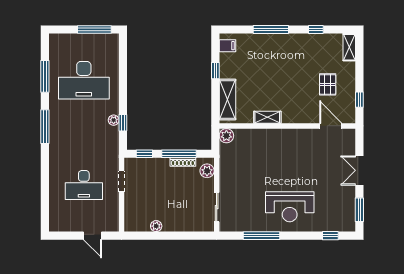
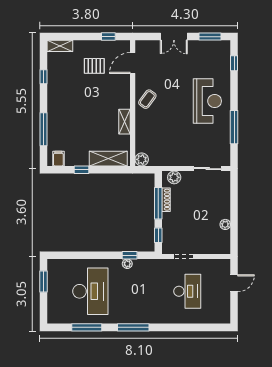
window: (94, 29) -> (43, 282), width x0.69
window: (271, 29) -> (43, 129), moved
coffee table: (292, 142) -> (147, 99), added

